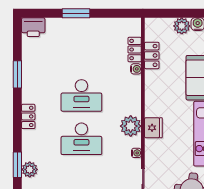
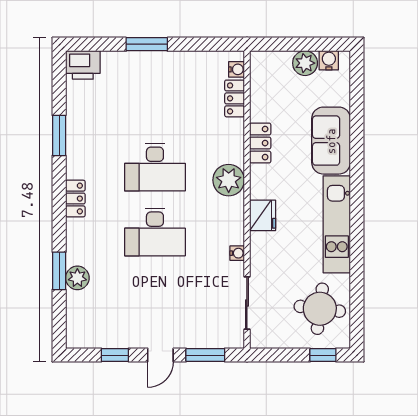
locker: (152, 55) -> (260, 143), moved
water cooler: (136, 69) -> (237, 69), moved
plant: (131, 126) -> (229, 180), moved

